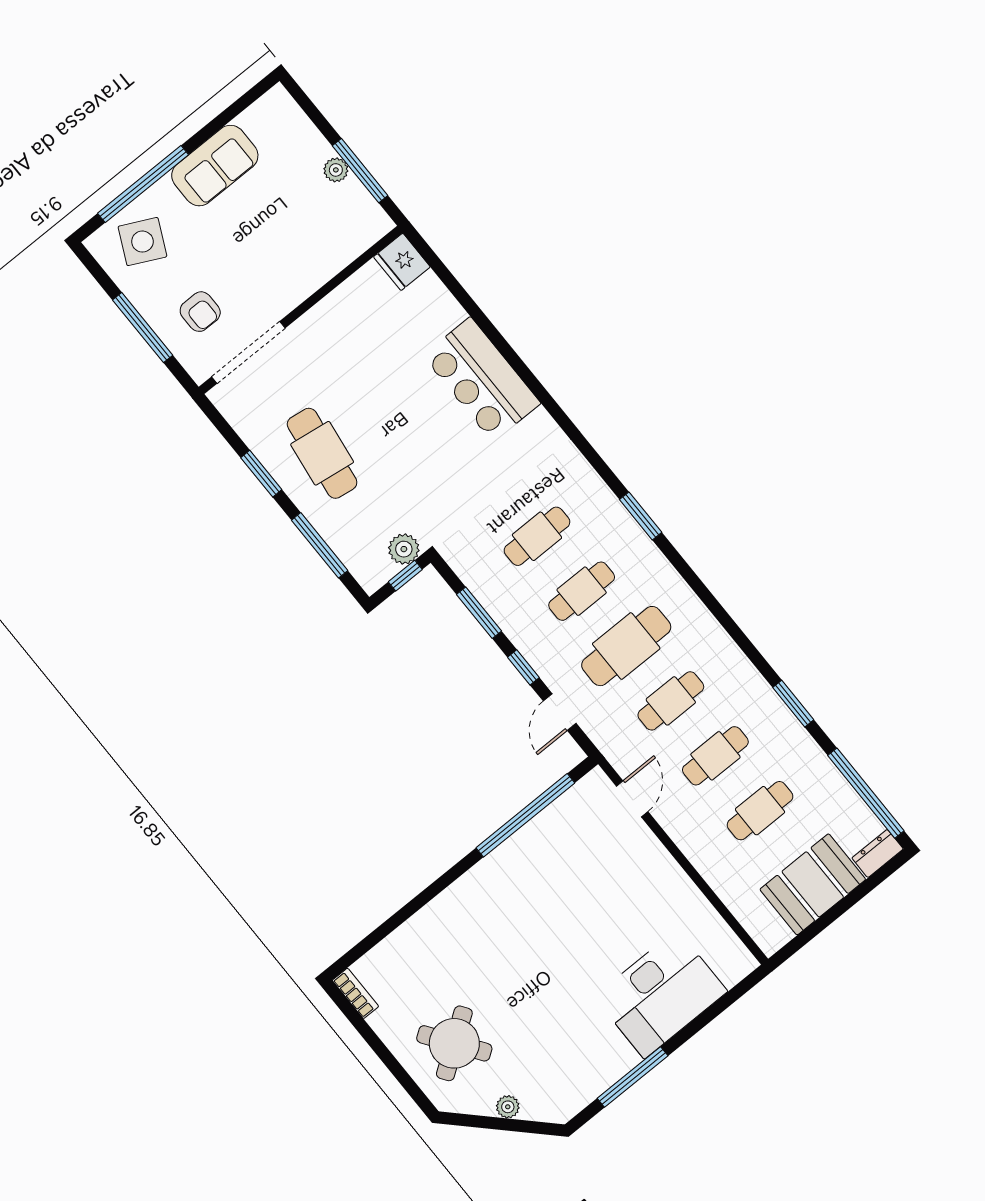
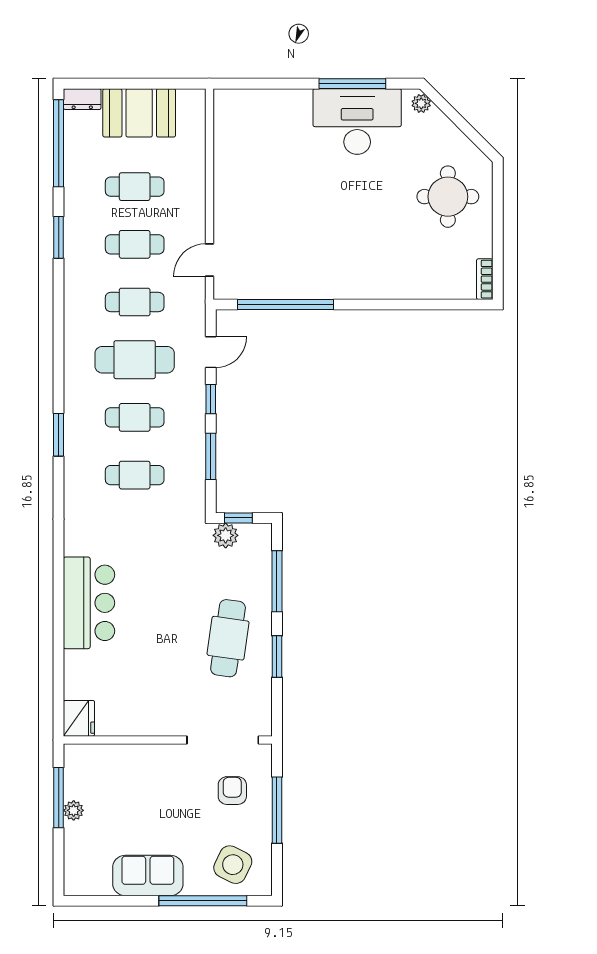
desk: (661, 994) -> (357, 121), moved
round table: (454, 1043) -> (448, 197), turned 35
plant: (508, 1107) -> (421, 103), moved

